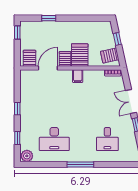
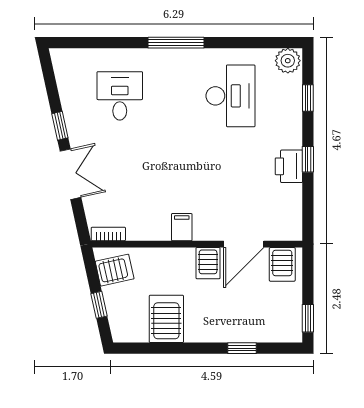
server rack: (80, 55) -> (166, 319), moved, turned 180
printer: (26, 105) -> (289, 166), added
desk: (54, 139) -> (230, 96), turned 90

